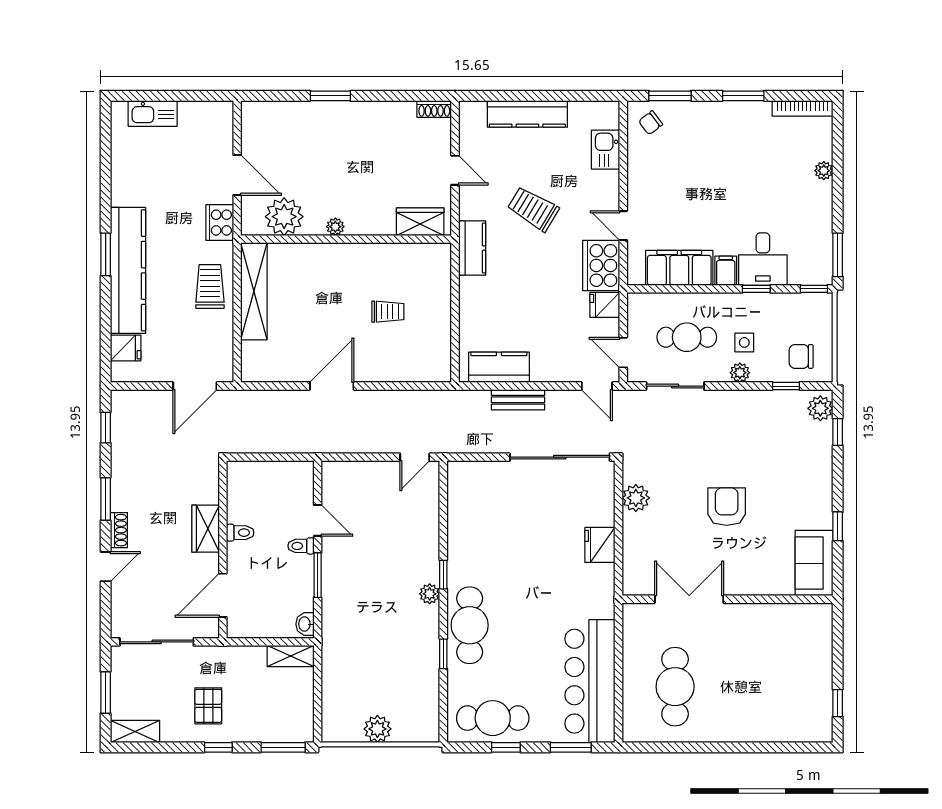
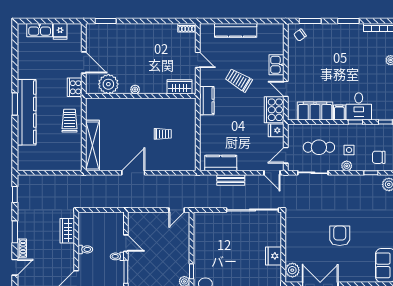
window: (330, 96) -> (106, 21), moved
kitchen sink: (606, 150) -> (276, 65), moved
shelving: (254, 291) -> (93, 146), moved
fridge: (126, 348) -> (60, 31), moved, turned 90
door: (623, 353) -> (286, 155), hinge flipped
door: (195, 386) -> (62, 173), removed
plant: (636, 498) -> (292, 270), moved
wardrobe: (206, 529) -> (67, 231), moved

